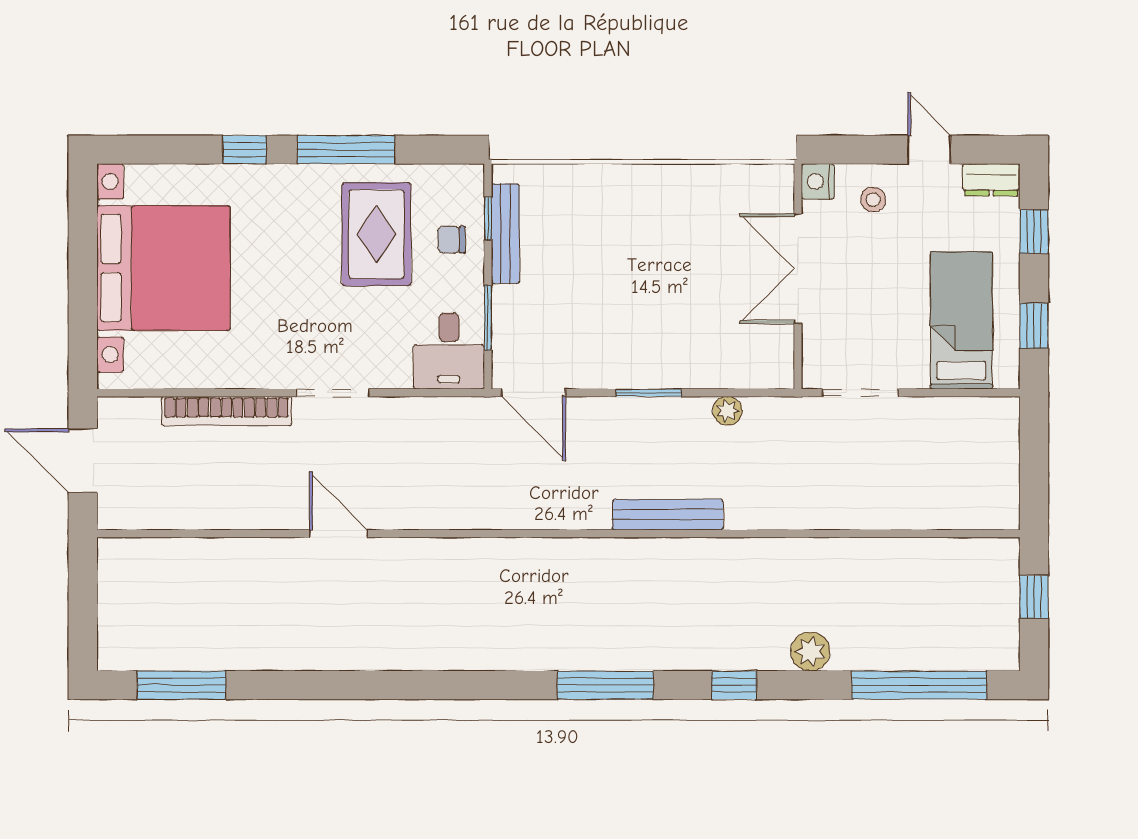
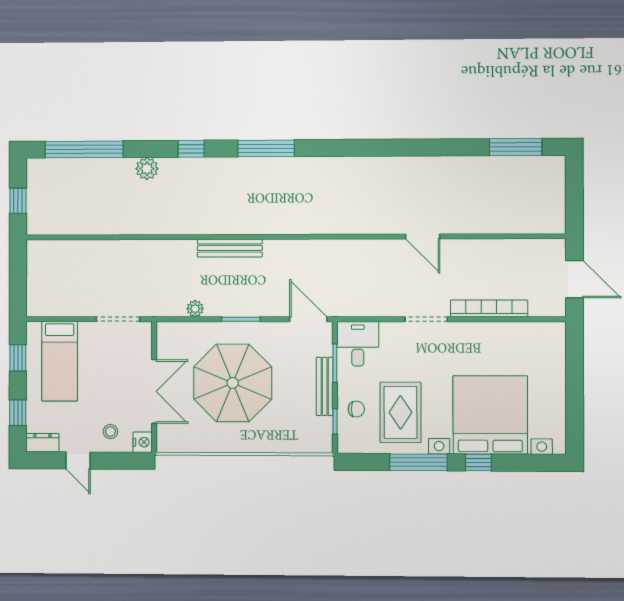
bench: (505, 234) -> (325, 386), moved
bed with nightstands: (163, 268) -> (490, 415), moved, turned 90
parasol: (663, 284) -> (233, 383), added

